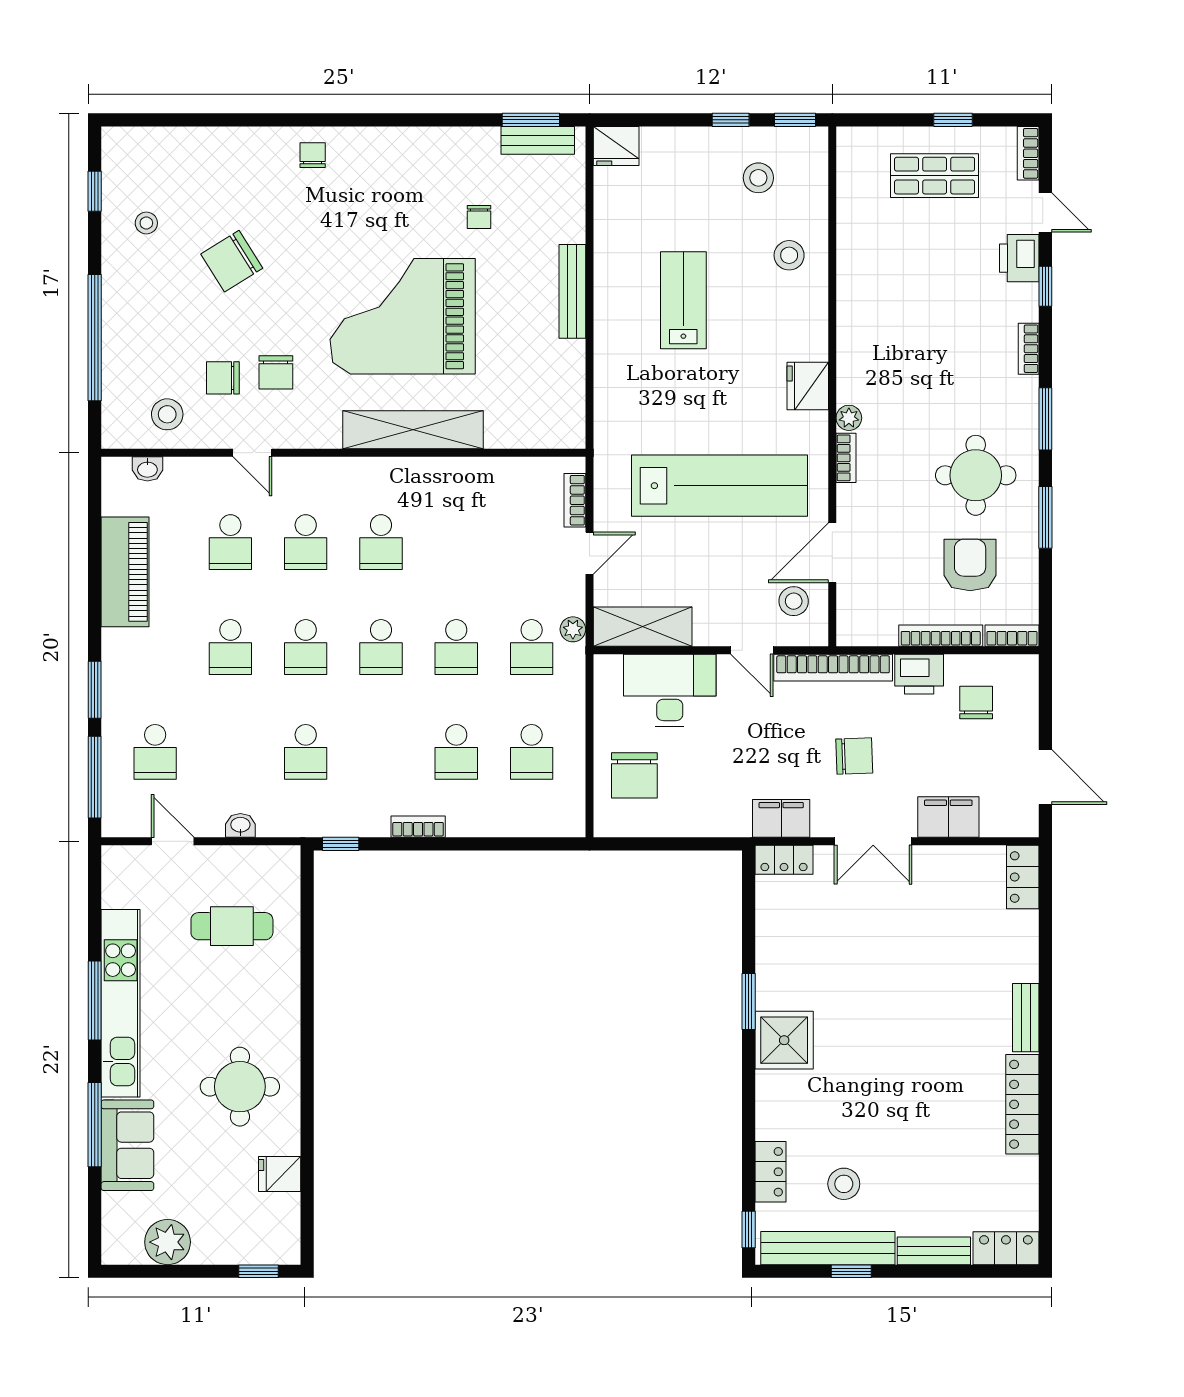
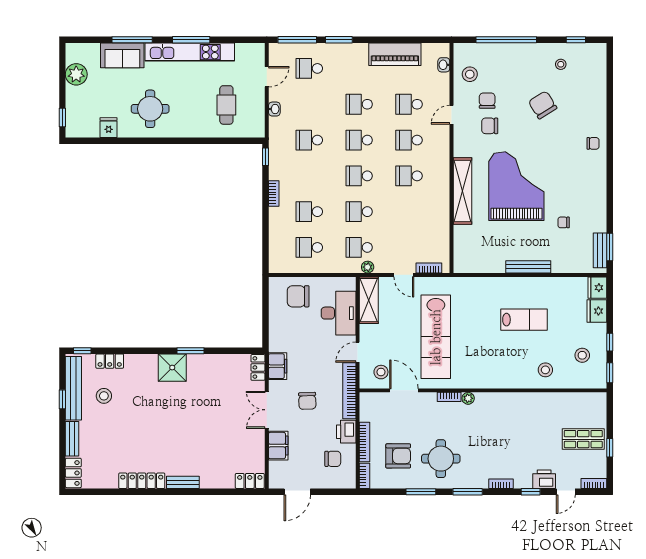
shop shelf: (935, 176) -> (583, 439), turned 90
fridge: (808, 386) -> (597, 311), moved, turned -90

